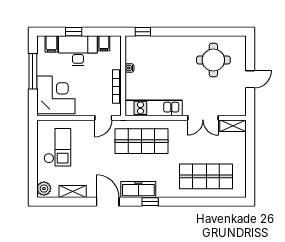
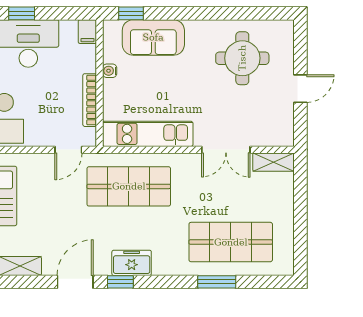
filing cabinet: (104, 43) -> (87, 32), moved
sofa: (157, 47) -> (153, 37), added
freezer: (138, 190) -> (132, 263), width x0.71
door: (108, 202) -> (75, 282), hinge flipped
window: (150, 202) -> (120, 282), moved
window: (197, 202) -> (217, 282), added

